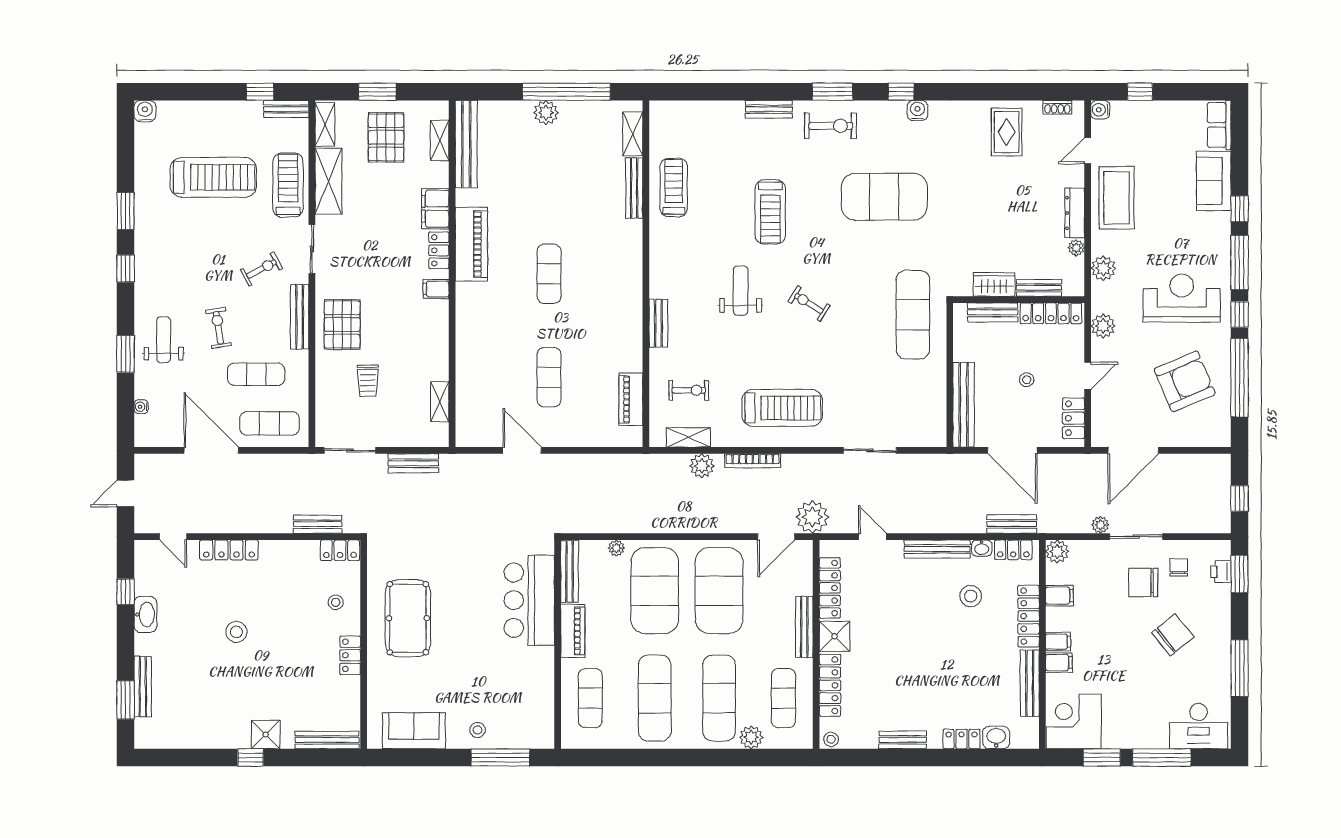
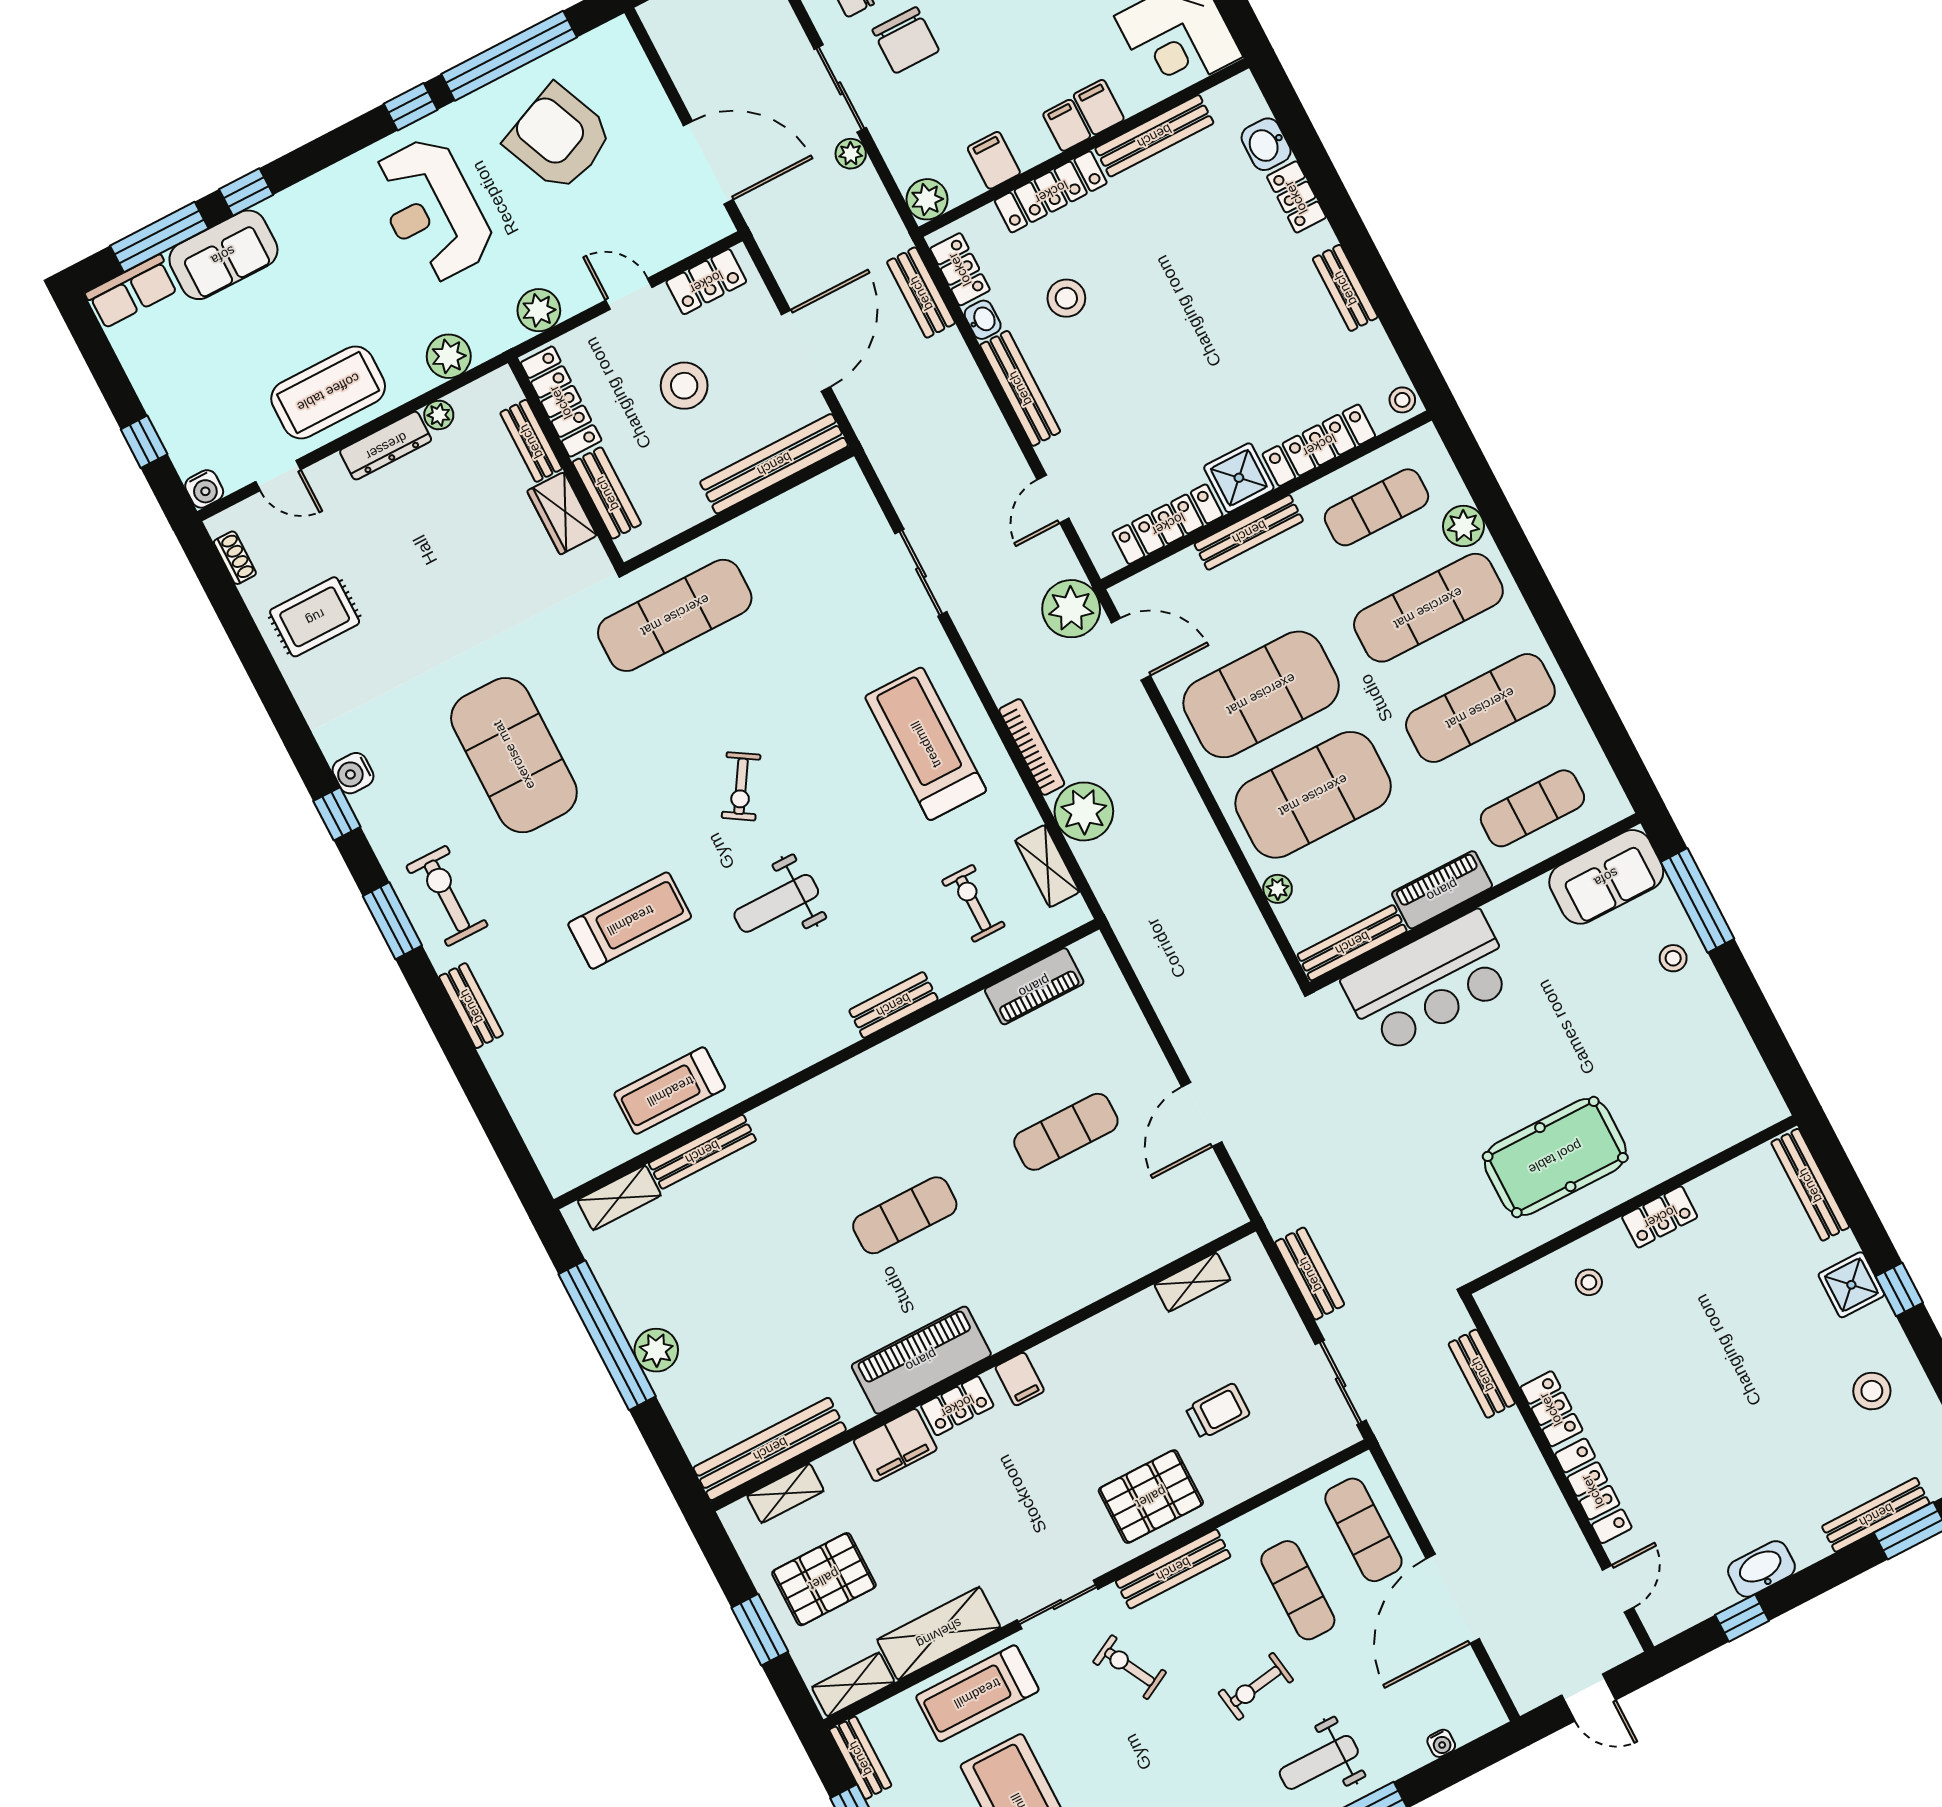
window: (1240, 263) -> (159, 237), moved
stool: (1027, 380) -> (684, 386), width x1.89, depth x1.89
plant: (702, 466) -> (1084, 811), width x1.36, depth x1.36
locker: (340, 550) -> (1551, 1409), moved
stool: (236, 632) -> (1872, 1391), moved
sofa: (414, 731) -> (1606, 877), moved, turned -90

